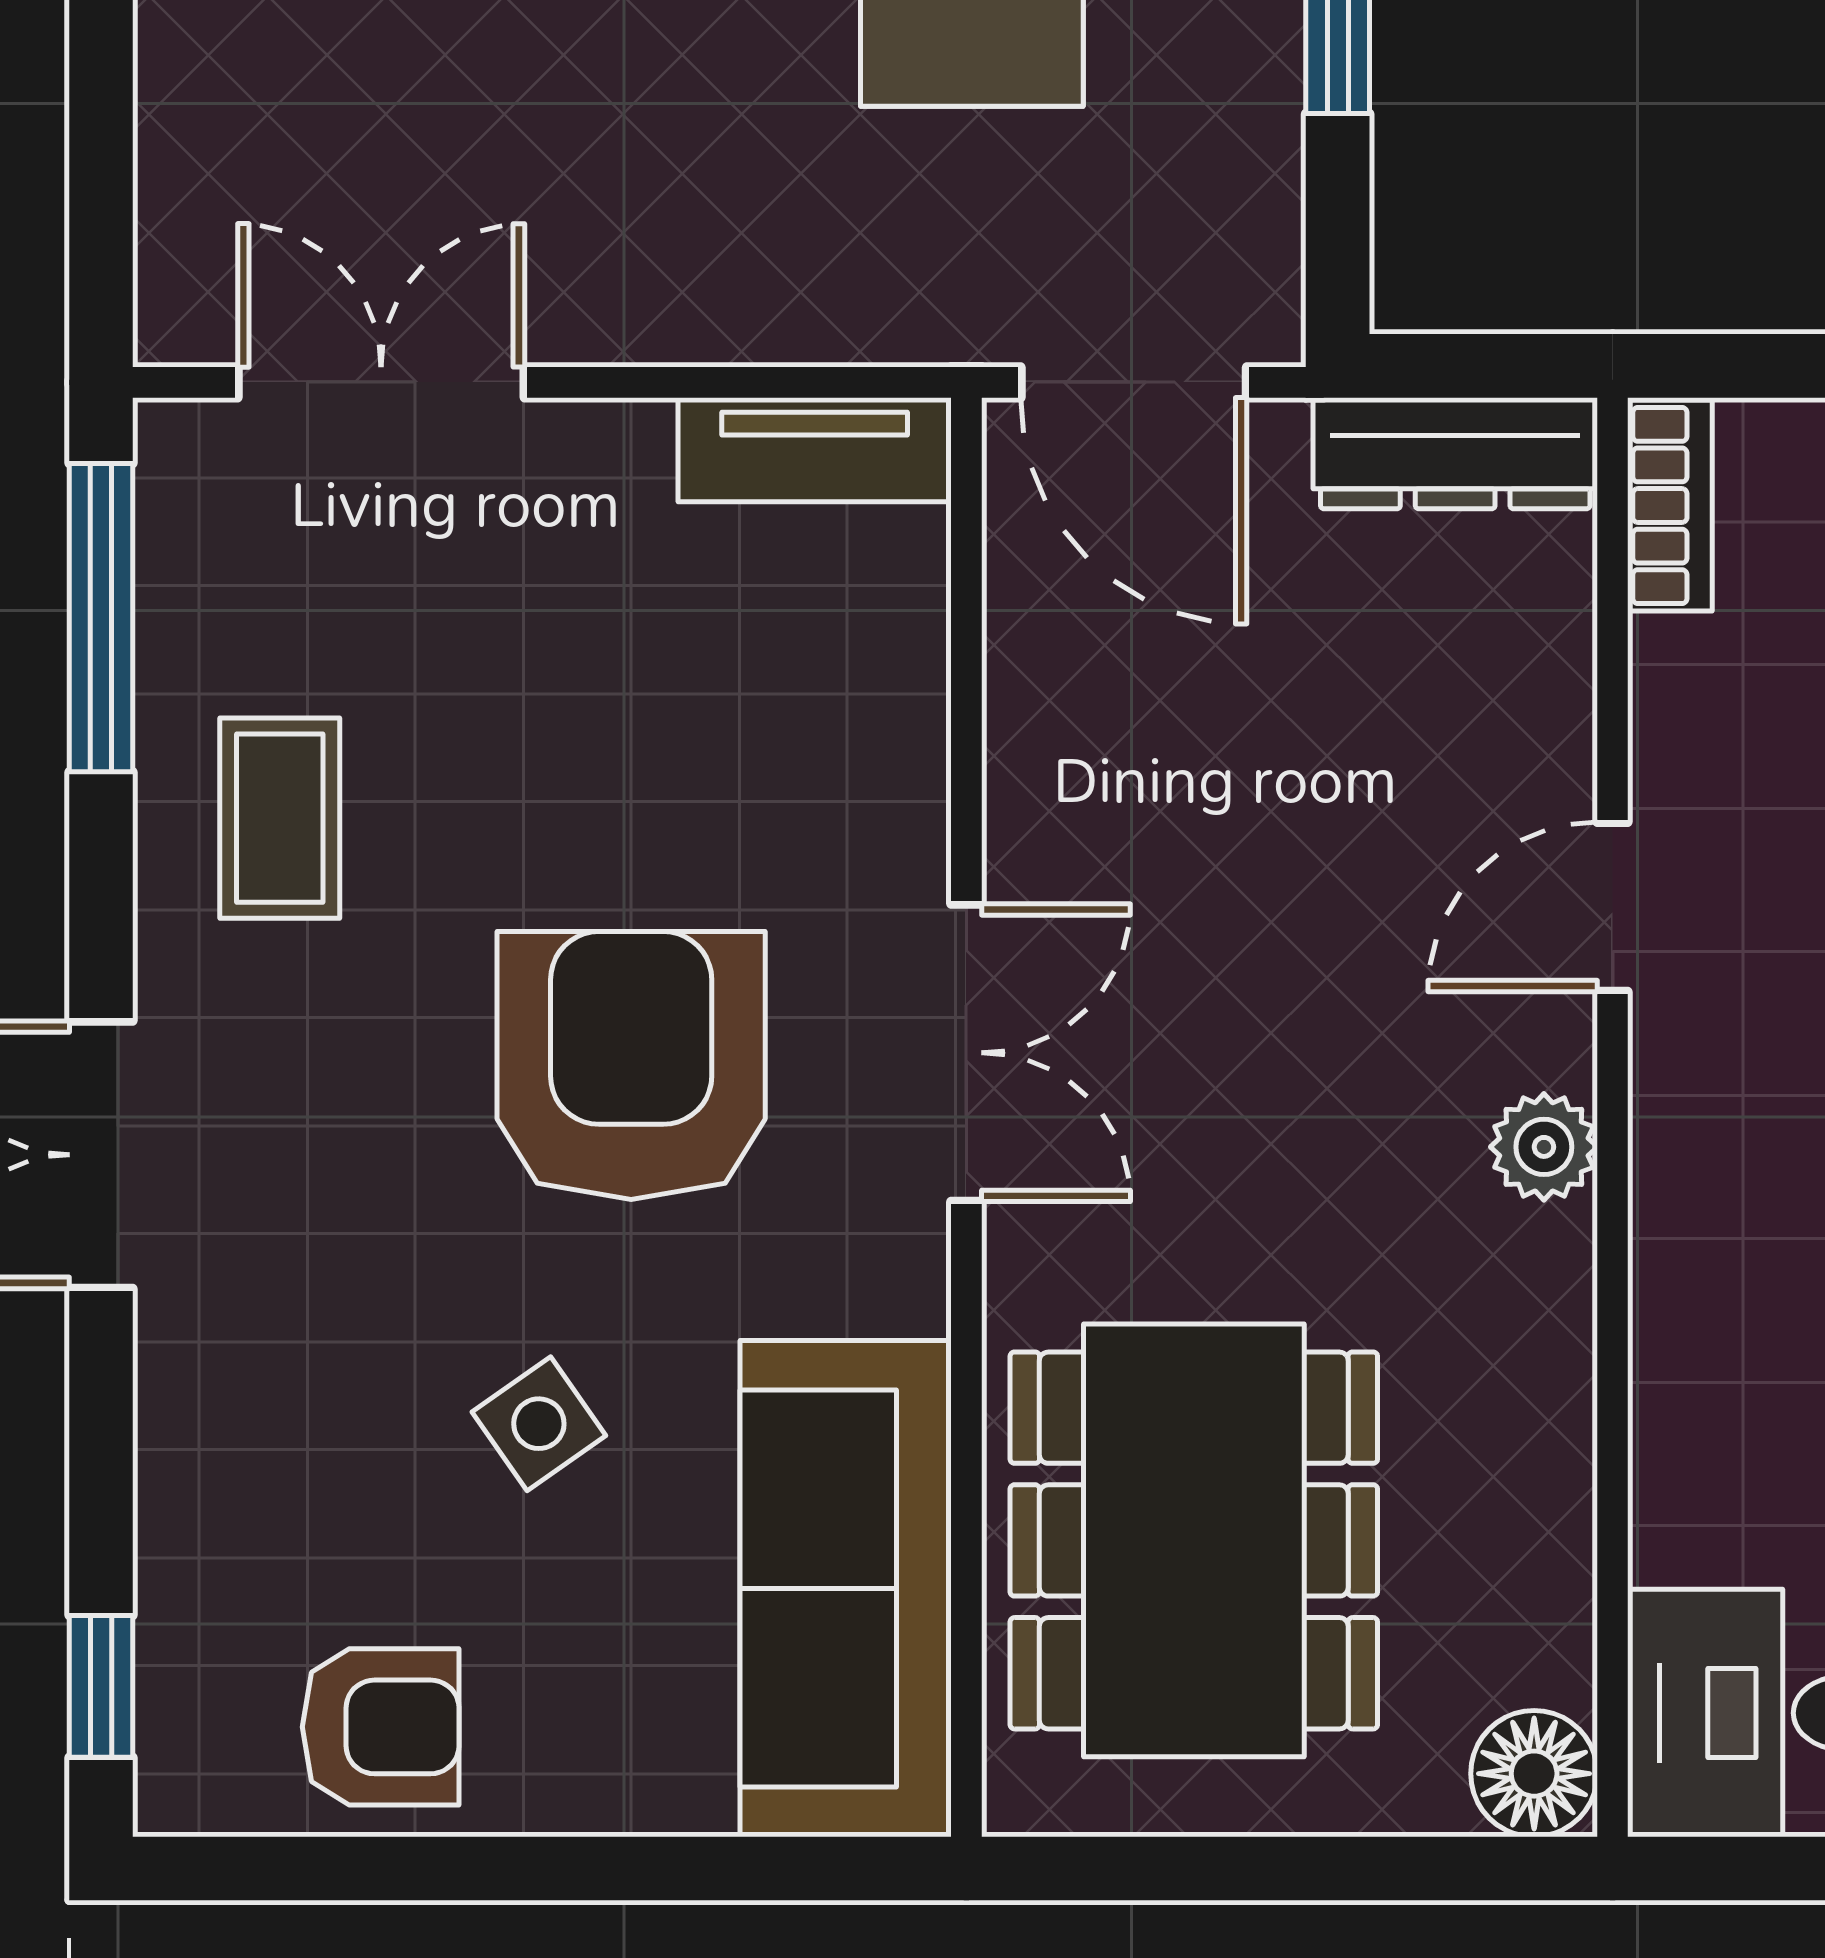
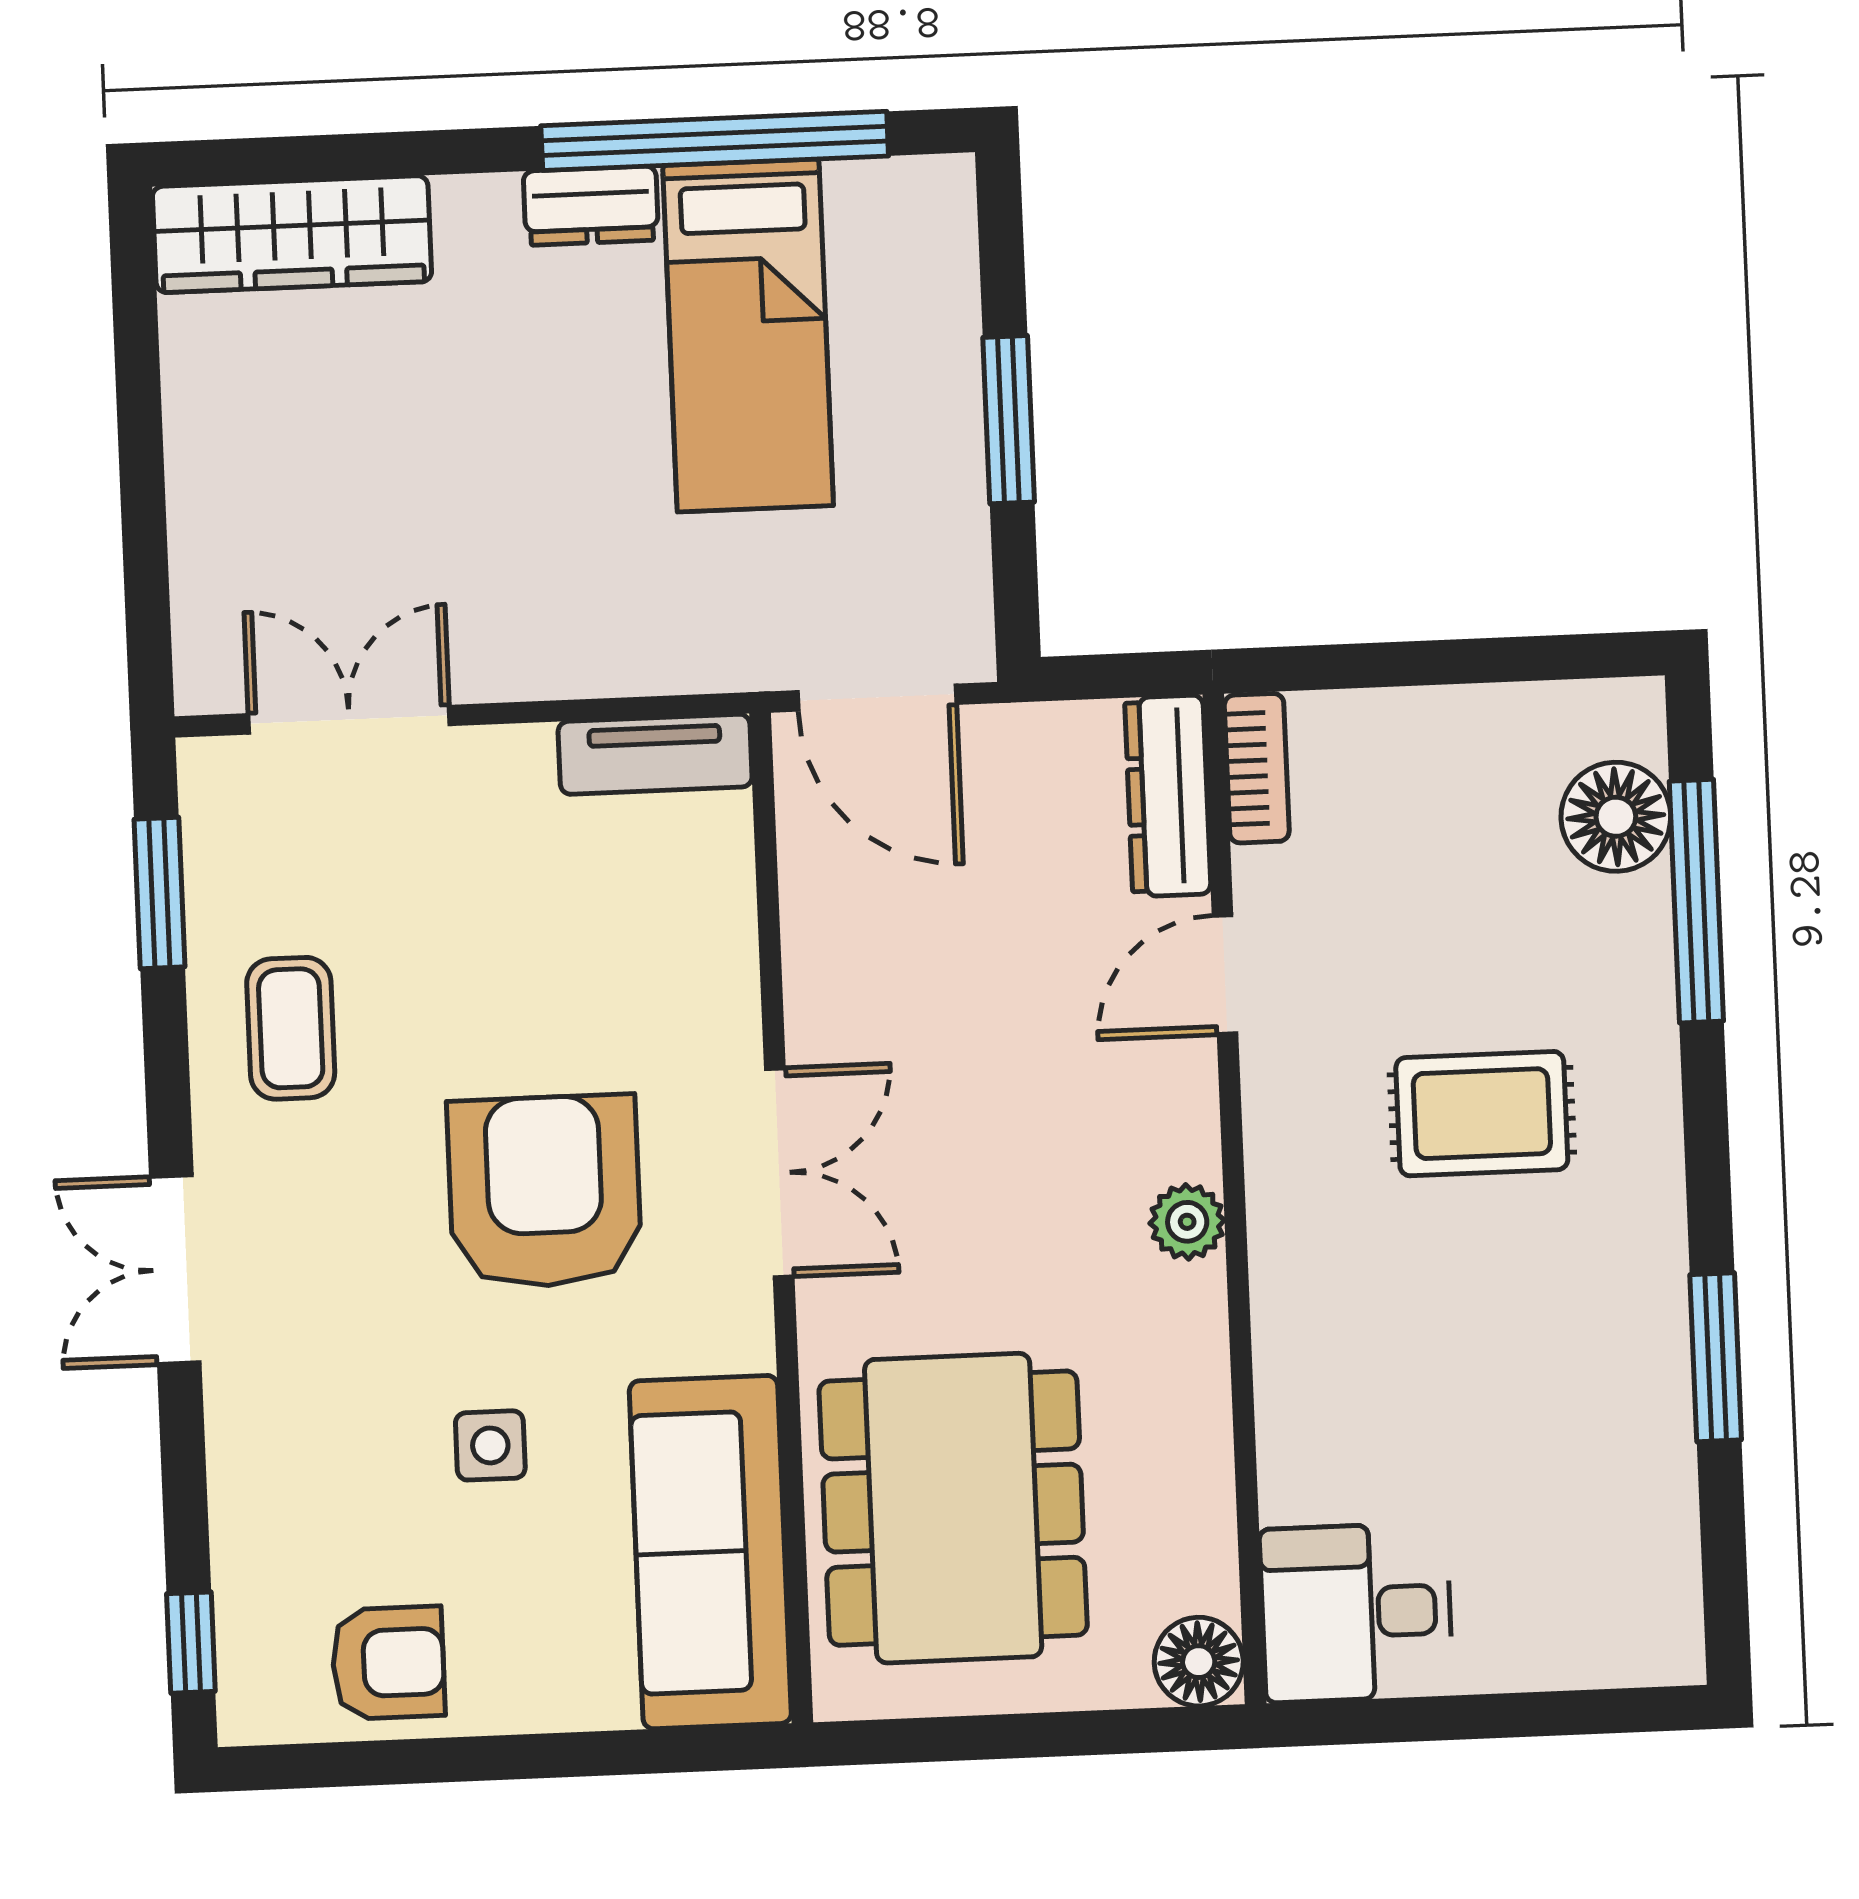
dresser: (1455, 453) -> (1168, 796), moved, turned 90
window: (101, 618) -> (160, 893), width x0.69
door: (1613, 907) -> (1225, 975), moved
side table: (539, 1424) -> (490, 1445), turned 35

